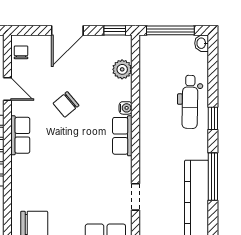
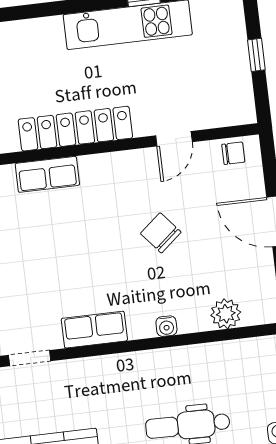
row of seats: (20, 135) -> (47, 174), moved
row of seats: (122, 136) -> (94, 330), moved

